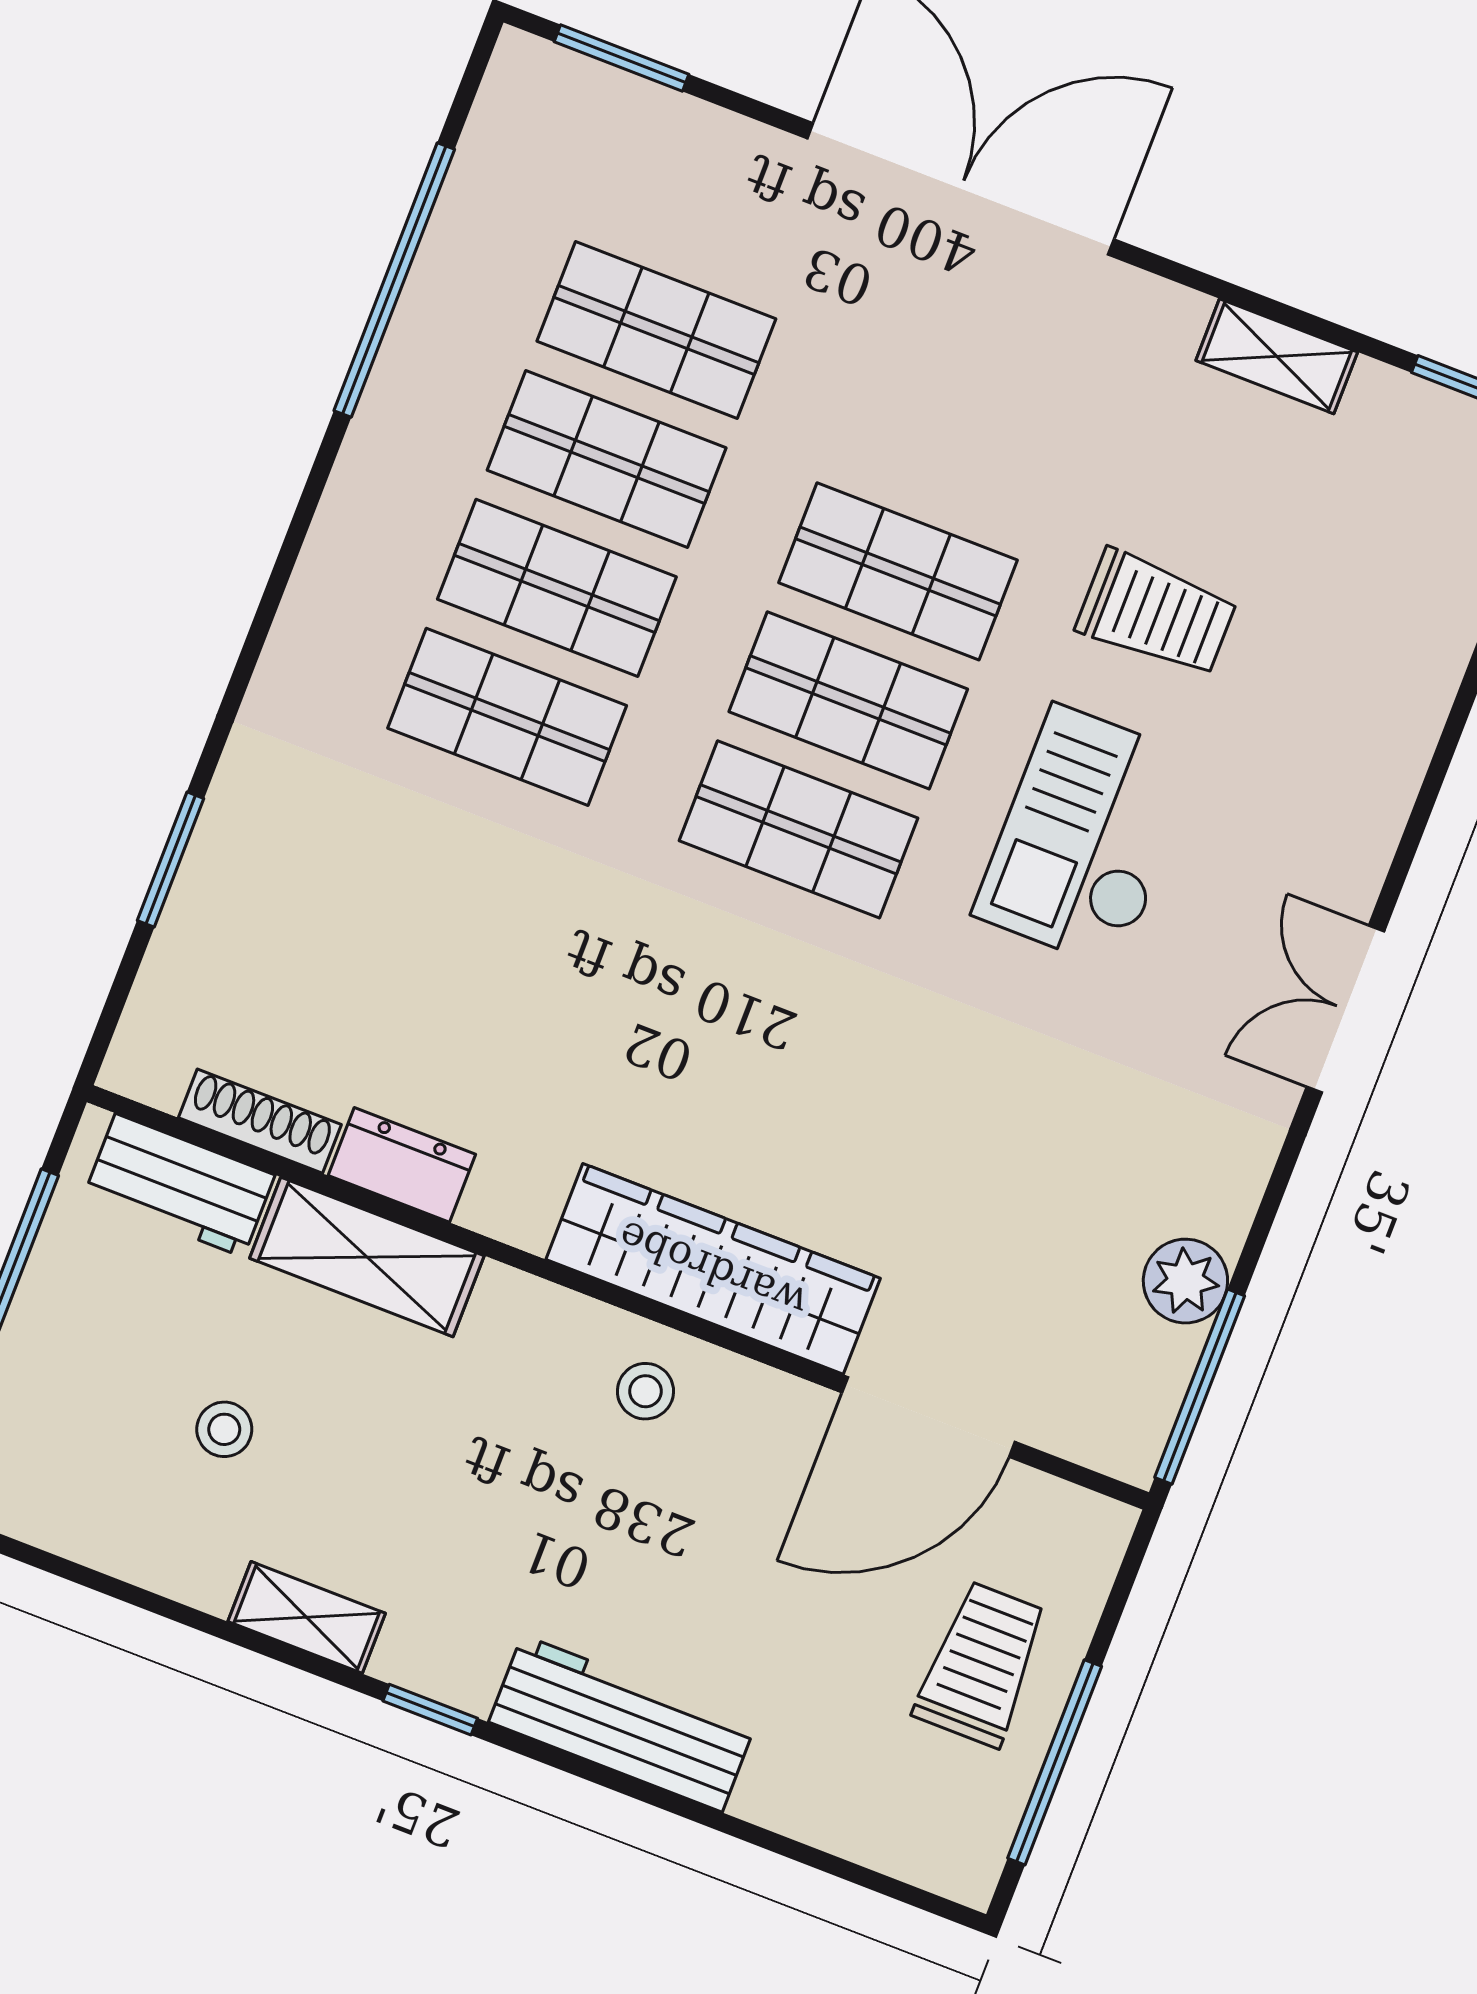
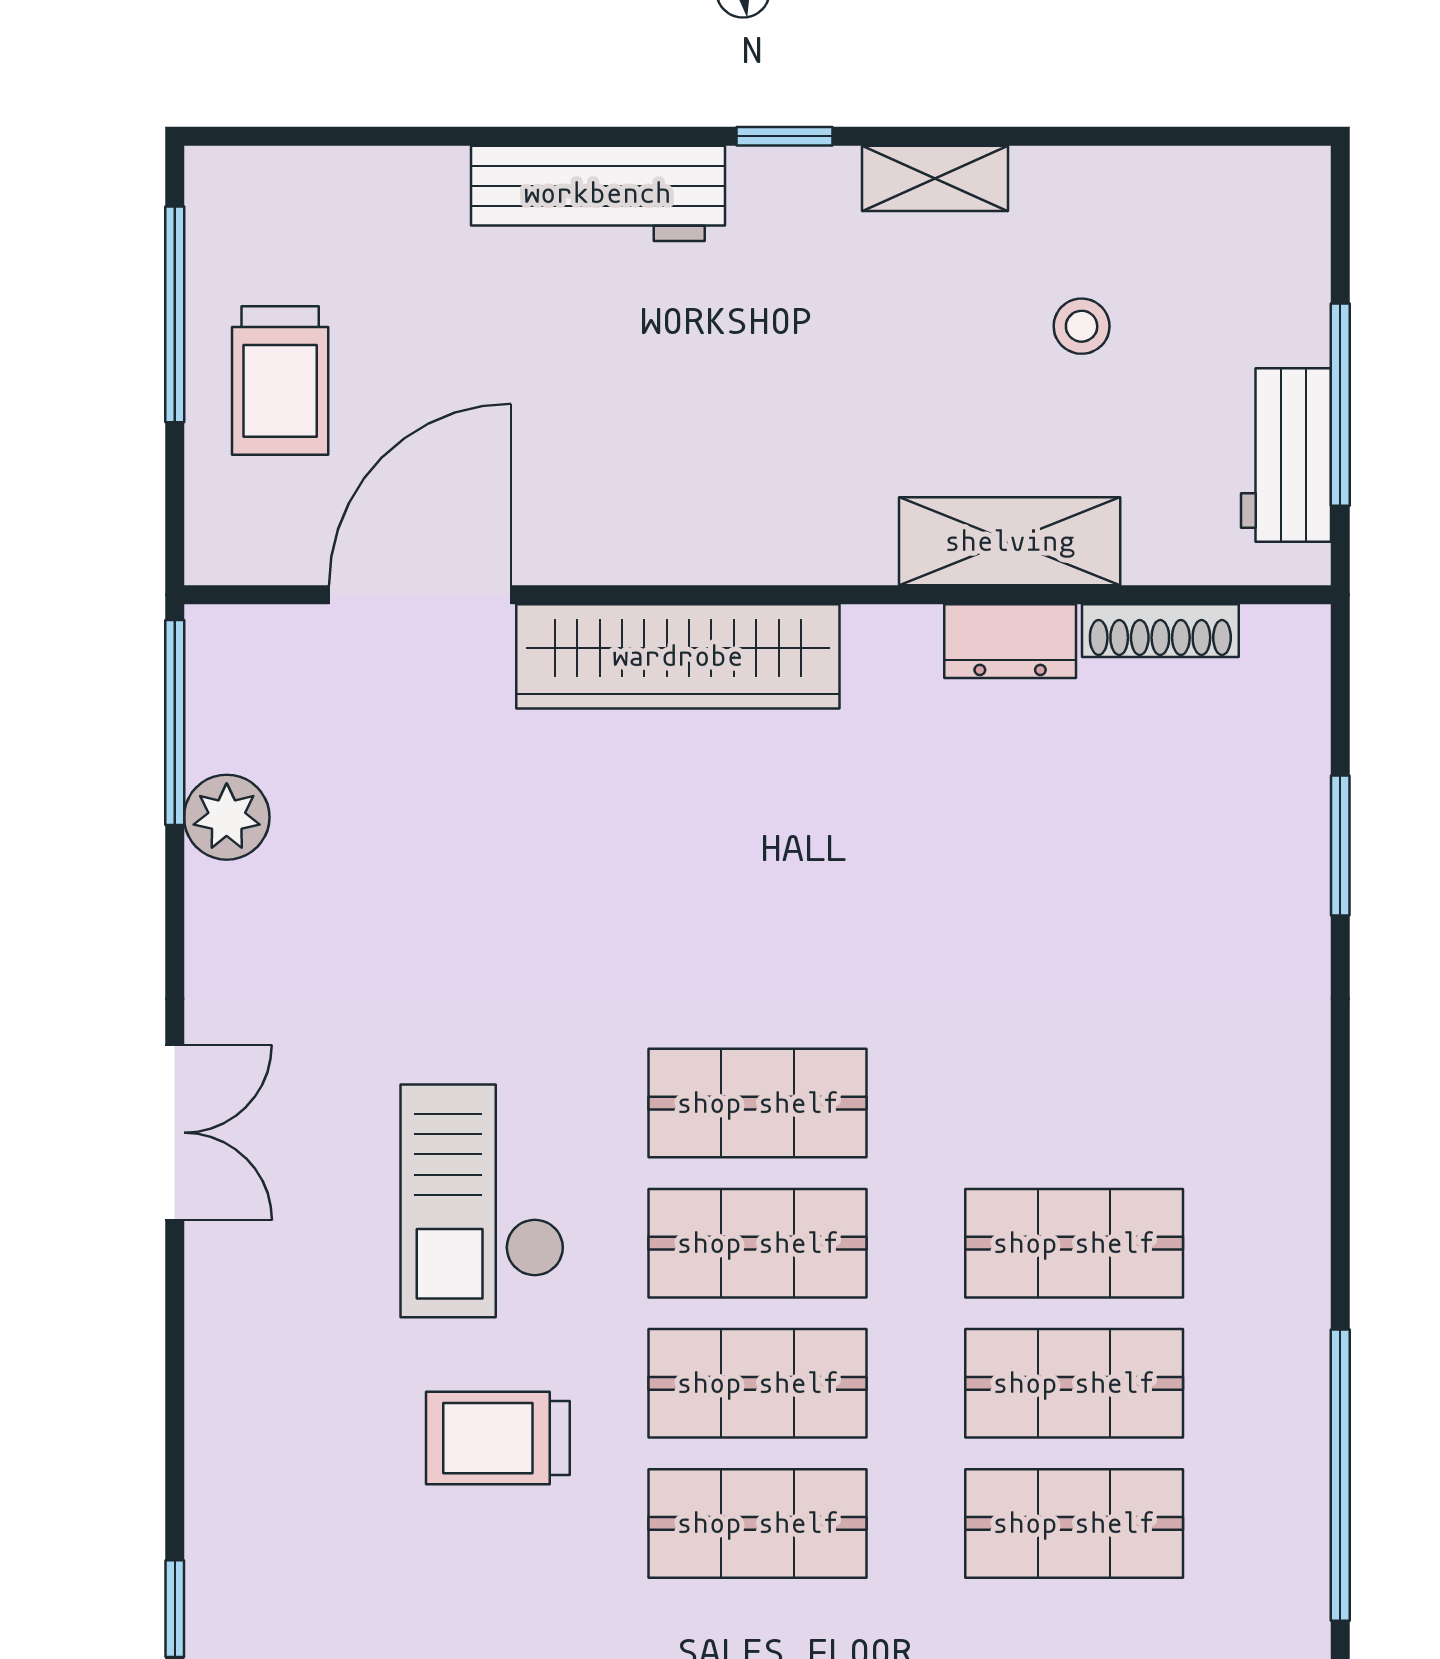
shop shelf: (507, 717) -> (758, 1523), moved
checkout: (1086, 837) -> (482, 1201), turned 180
workbench: (179, 1185) -> (1286, 455), moved, turned -90
stool: (645, 1391) -> (697, 516), removed

